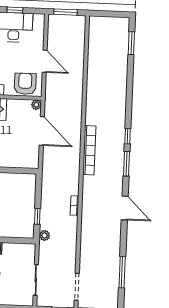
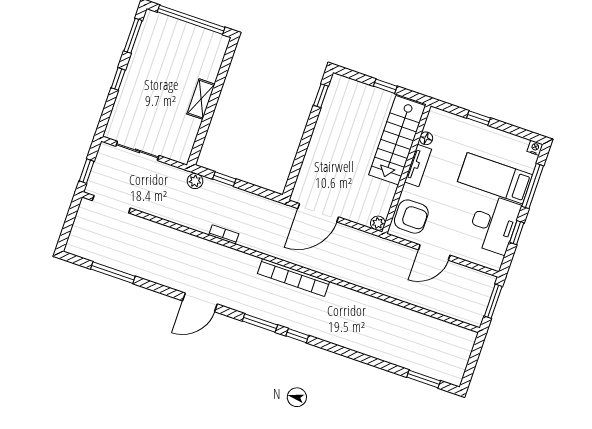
door: (42, 131) -> (318, 213), moved

